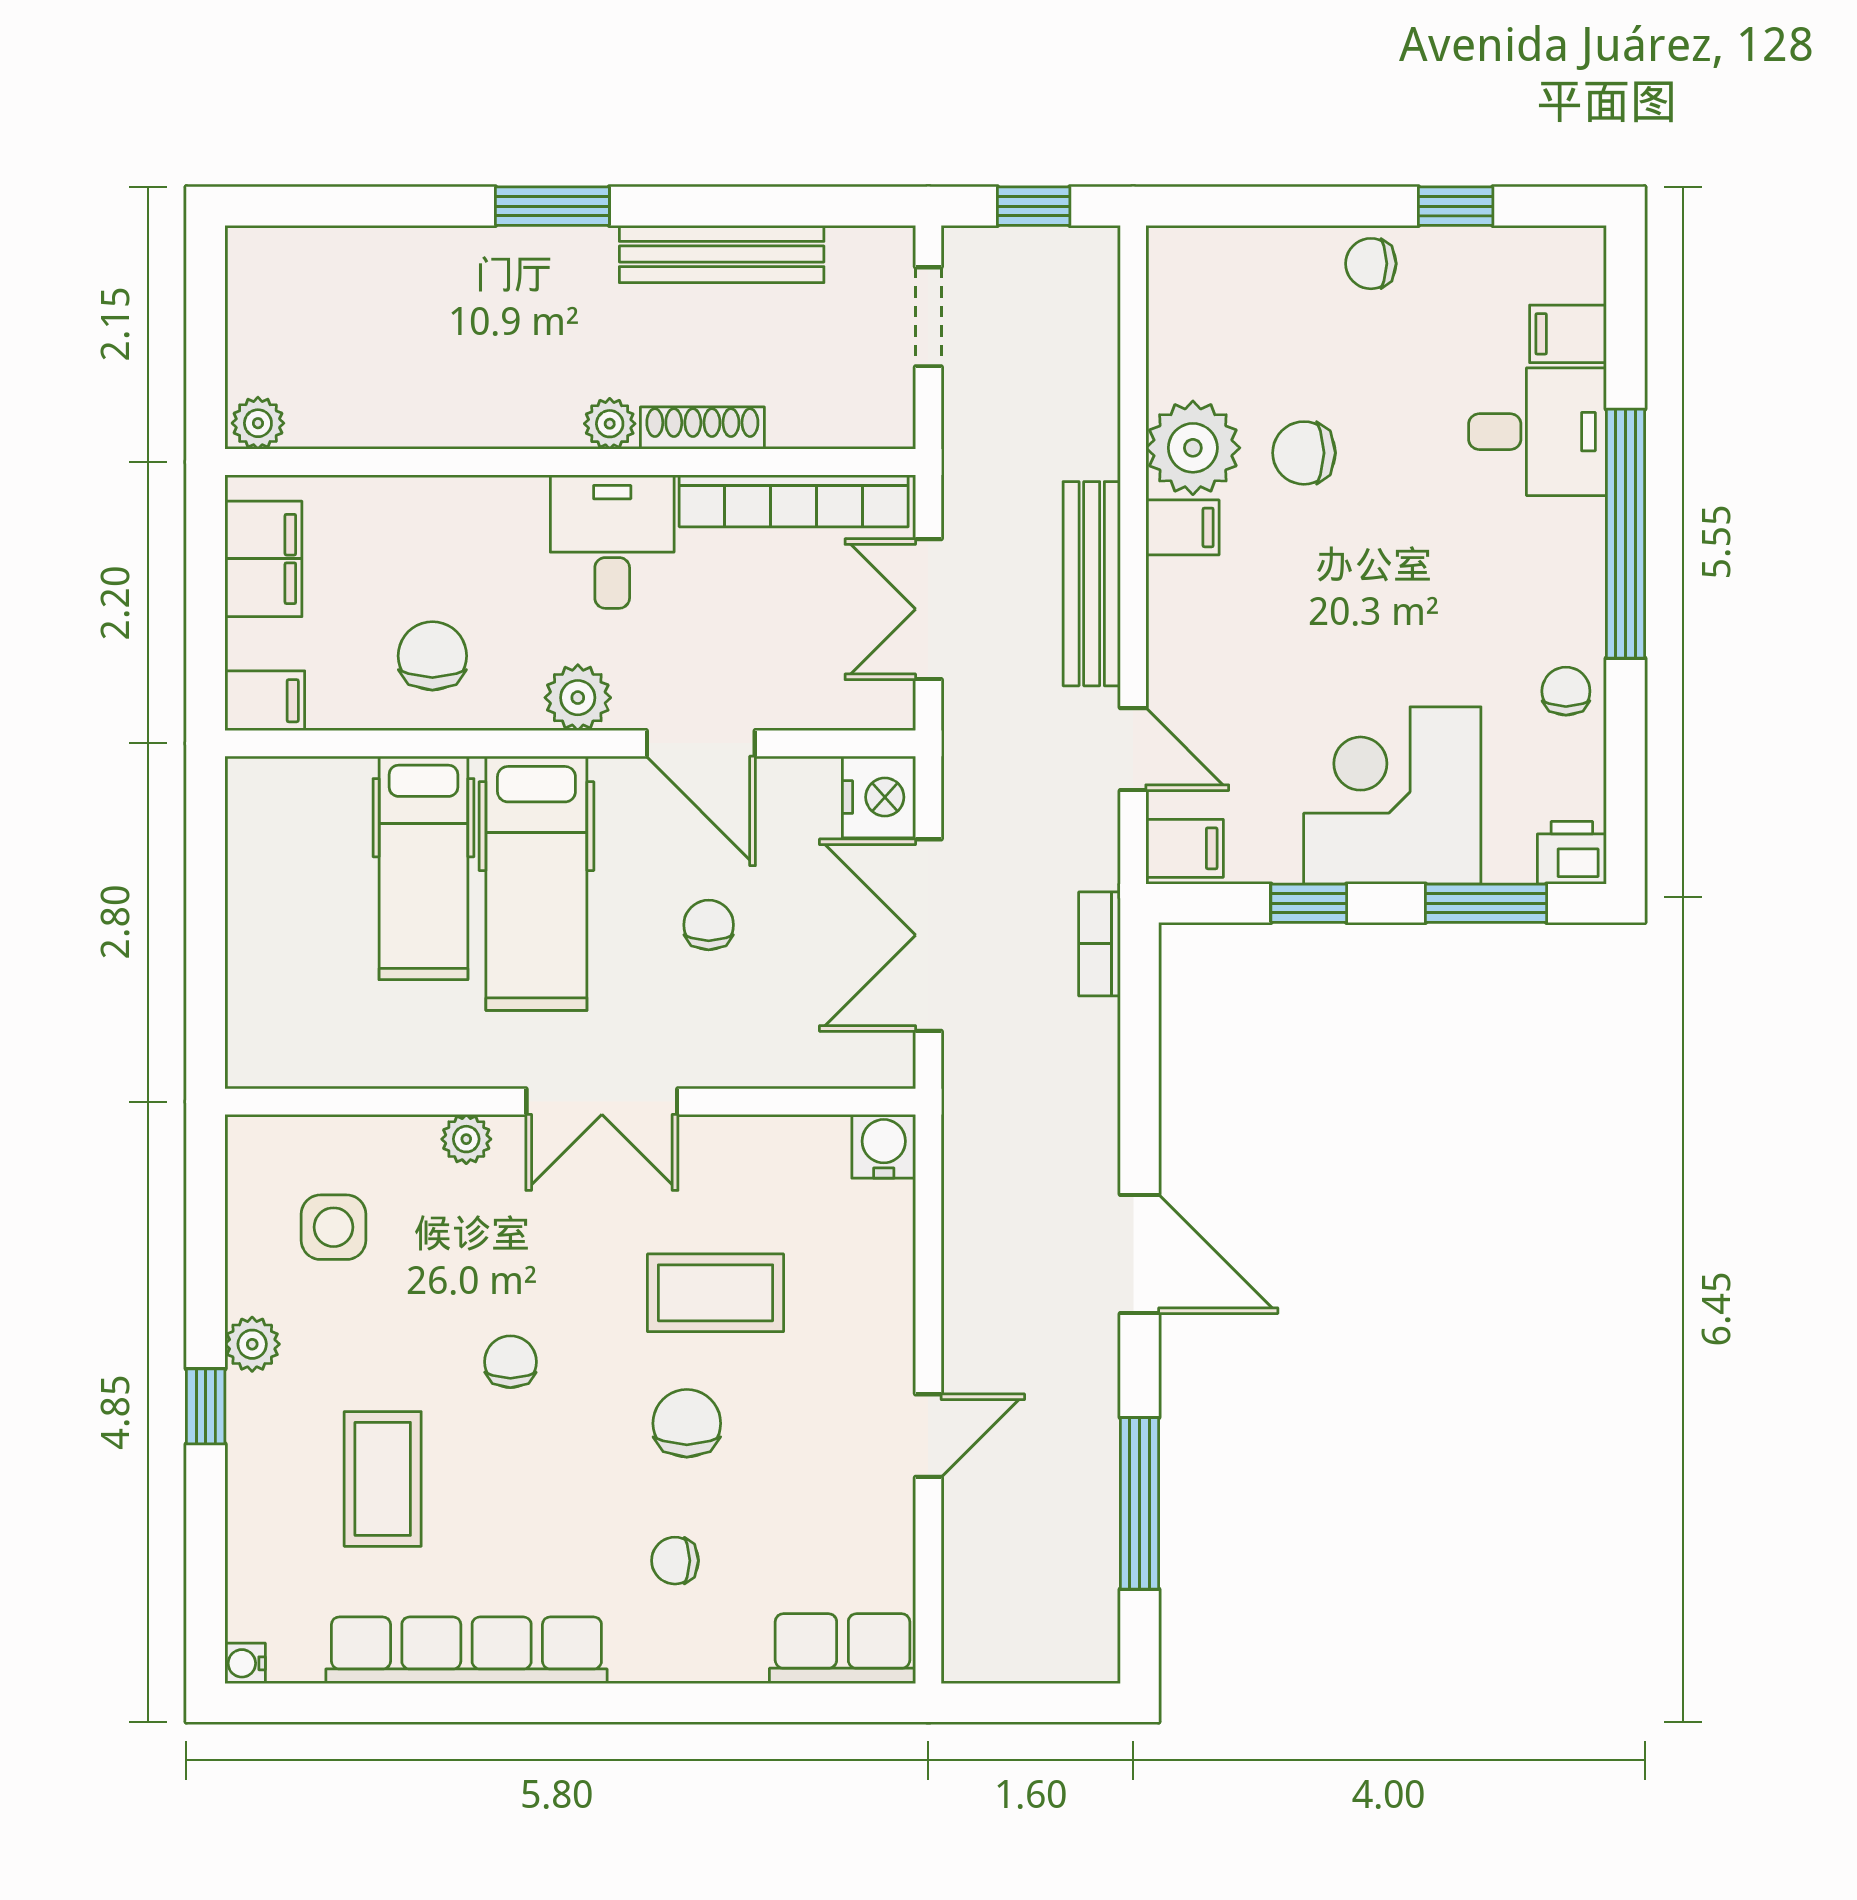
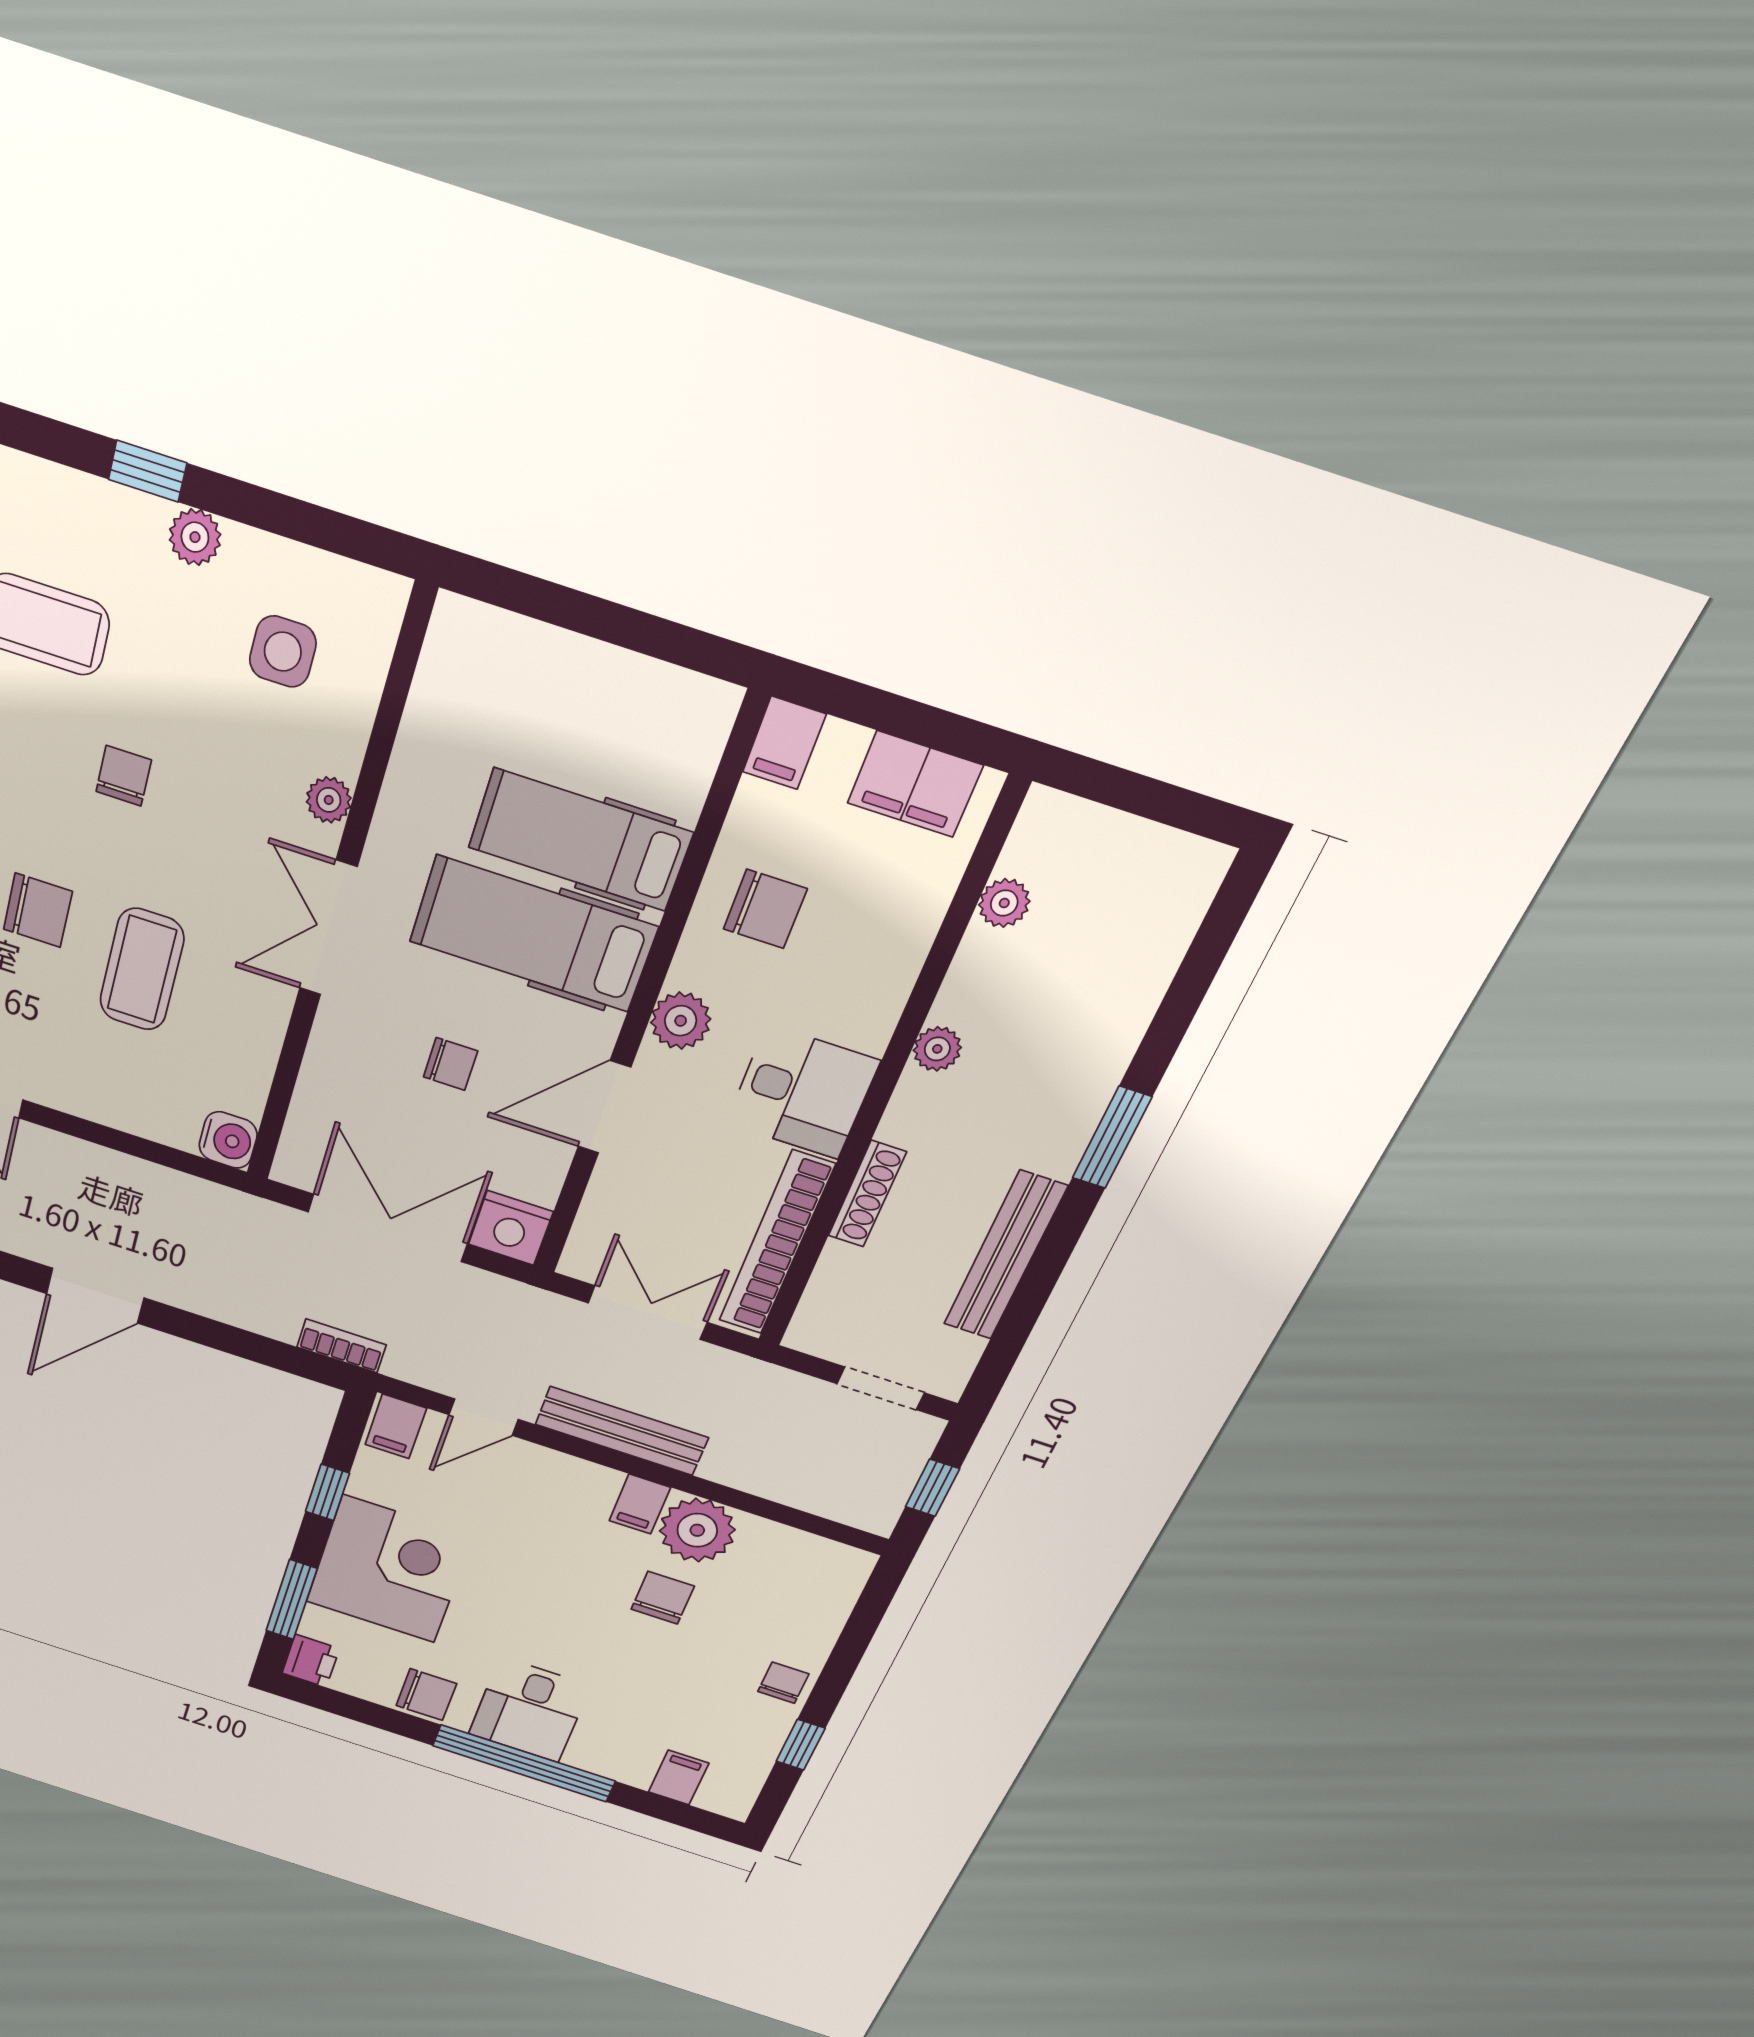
plant: (258, 423) -> (1004, 903), moved
plant: (610, 424) -> (937, 1049), moved
desk: (1537, 432) -> (529, 1710), moved
chair: (1566, 691) -> (426, 1695), width x1.37, depth x1.37
chair: (510, 1362) -> (124, 776), turned -90

